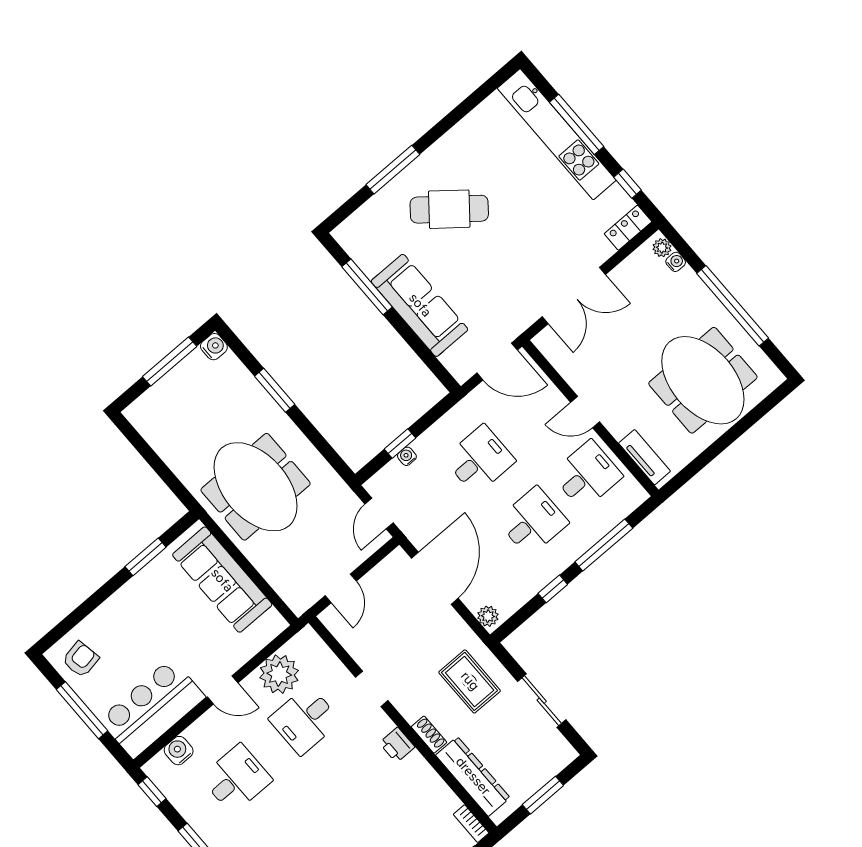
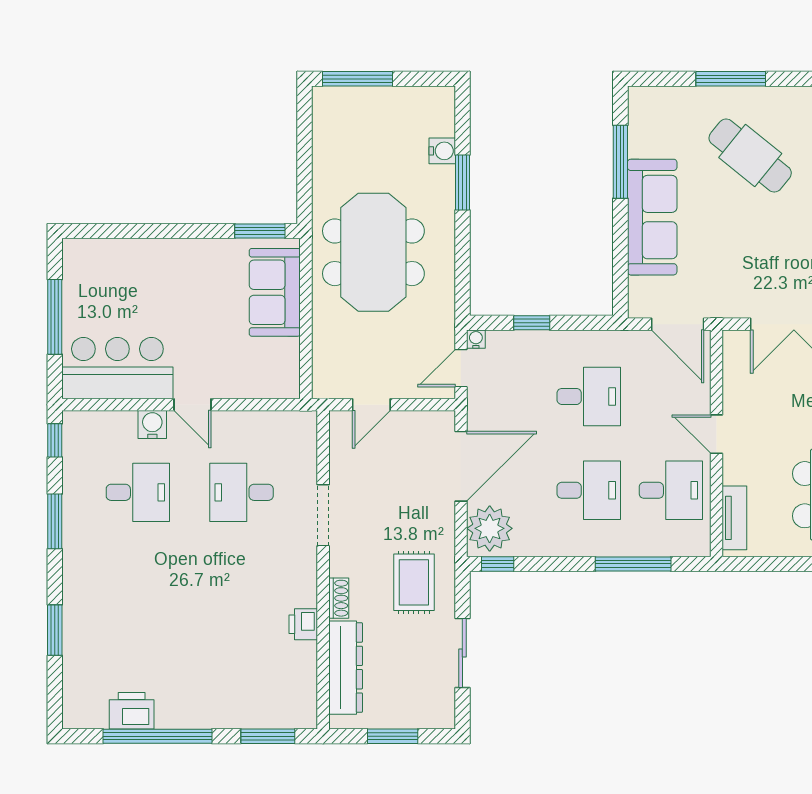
water cooler: (214, 347) -> (442, 151), moved
window: (170, 361) -> (357, 79), moved
water cooler: (407, 456) -> (476, 339), moved
window: (146, 557) -> (260, 231), moved
sofa: (222, 580) -> (275, 292), width x0.73
window: (553, 589) -> (498, 564), moved
plant: (488, 616) -> (490, 528), width x1.88, depth x1.88
armchair: (81, 659) -> (92, 272), removed
plant: (279, 674) -> (254, 433), removed
doorway: (372, 689) -> (323, 515), width x1.38
printer: (397, 745) -> (303, 624), moved
water cooler: (179, 751) -> (152, 424), moved
bookcase: (471, 824) -> (309, 707), removed

